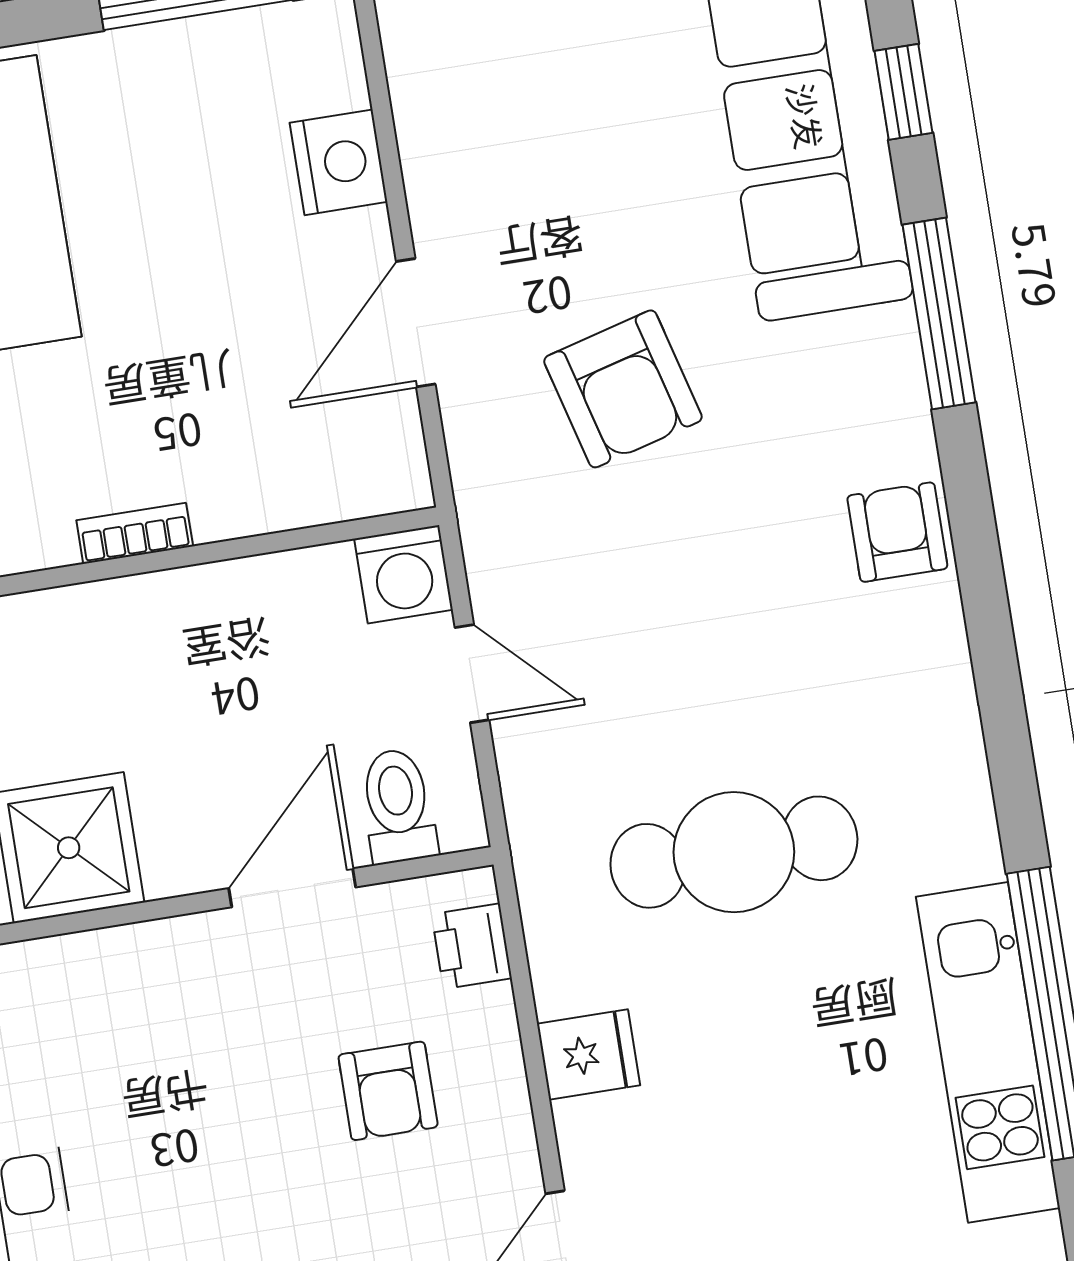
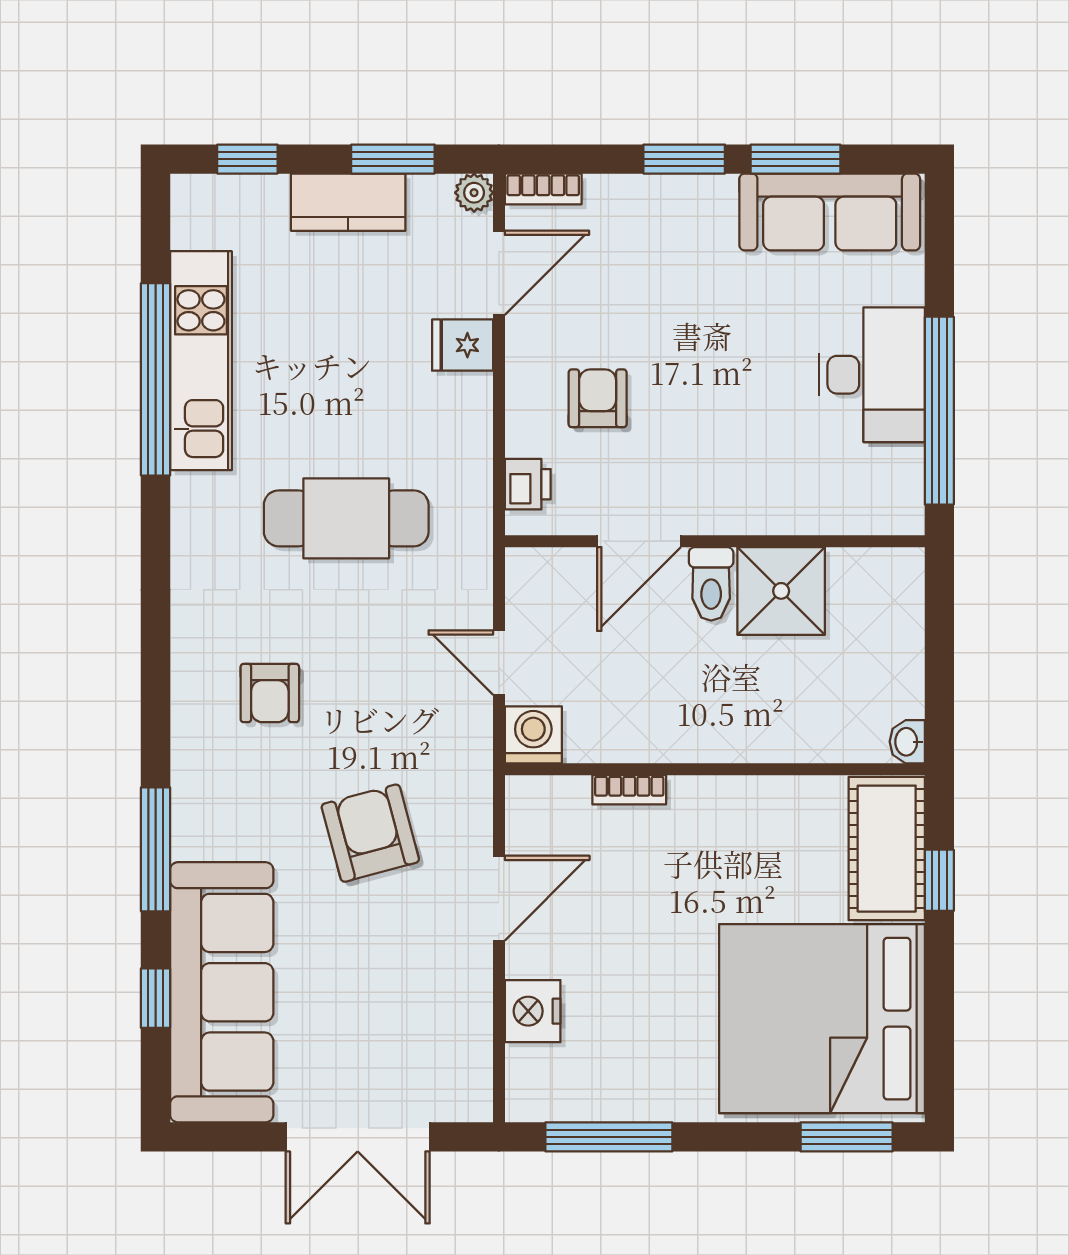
armchair: (897, 532) -> (270, 693), moved
bookcase: (135, 533) -> (629, 790), moved
toilet: (398, 806) -> (711, 584), moved
fridge: (589, 1055) -> (463, 345), moved

